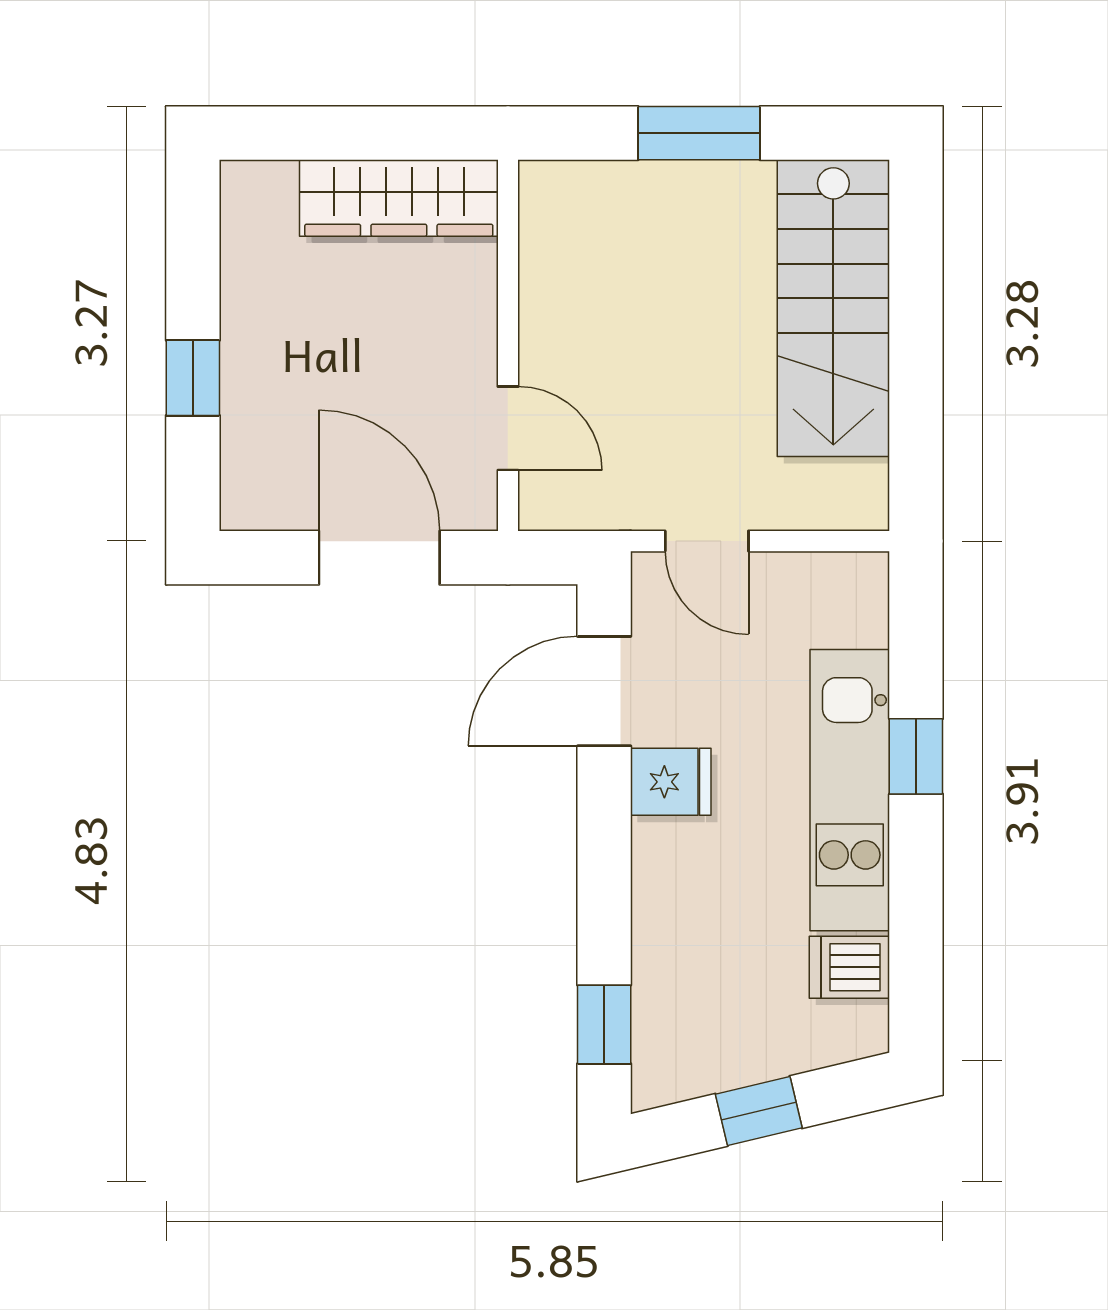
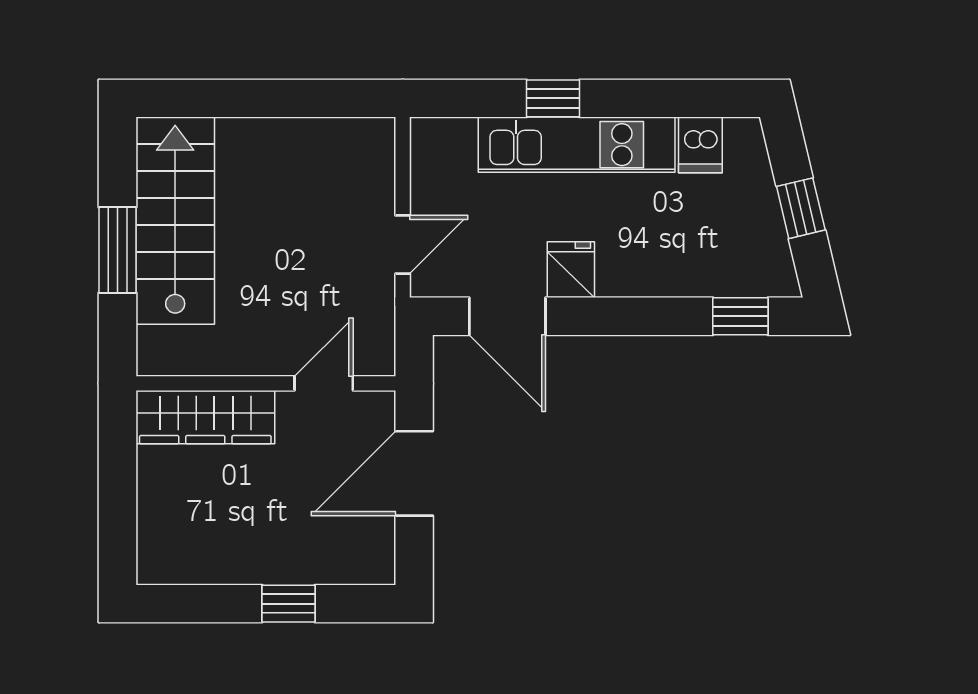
wardrobe: (399, 198) -> (205, 417), moved, turned 90
stairs: (833, 308) -> (175, 221), moved, turned -90

